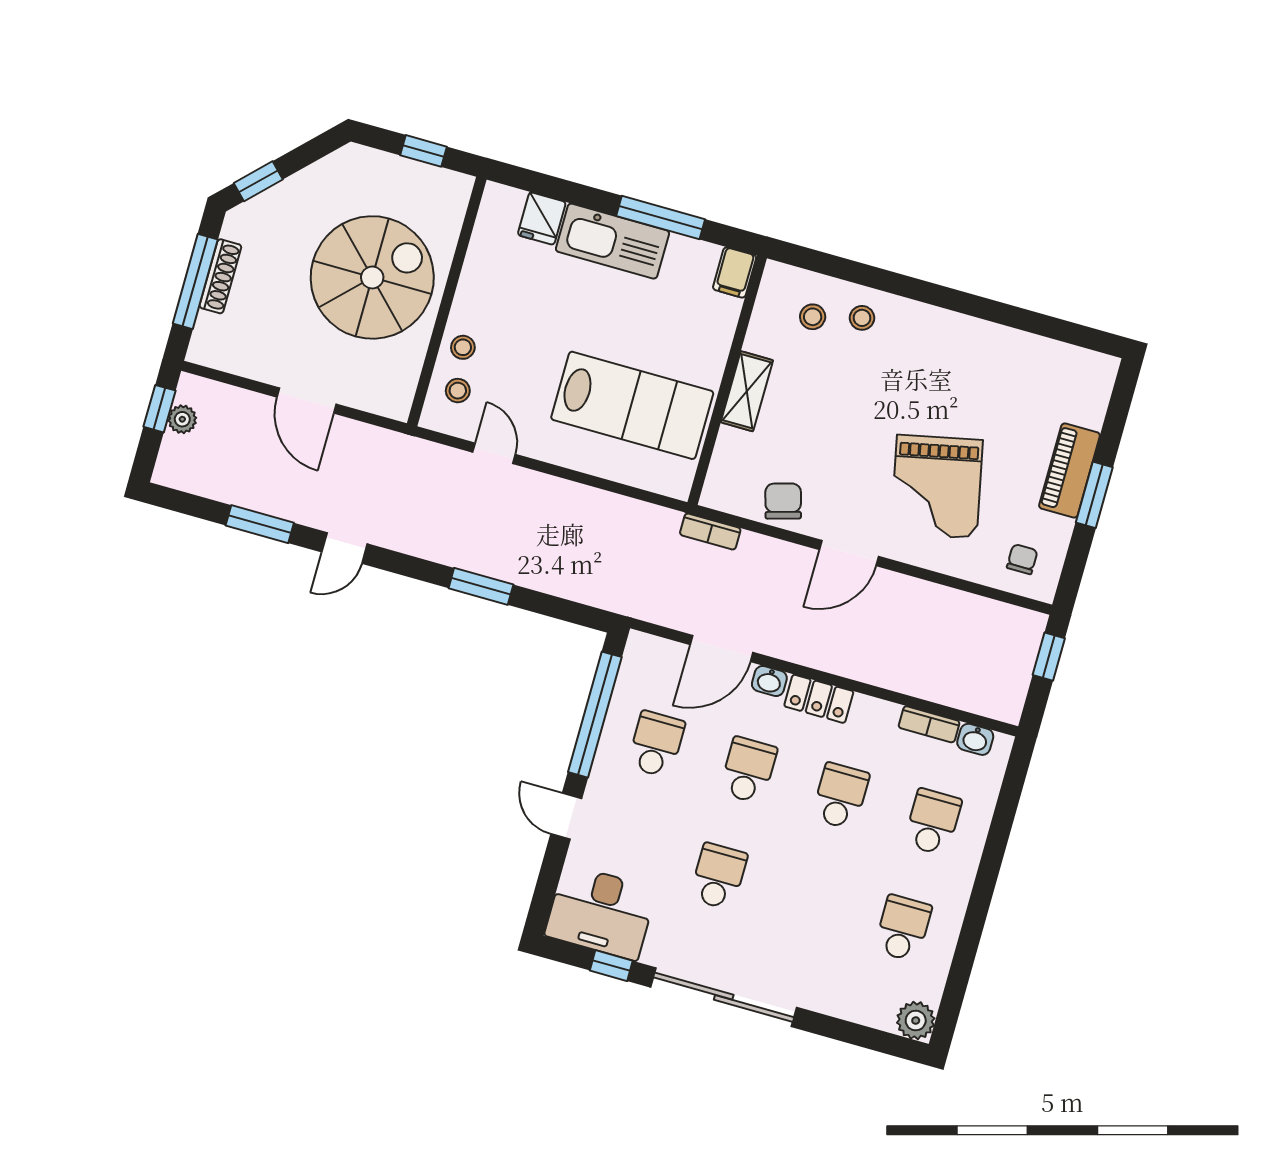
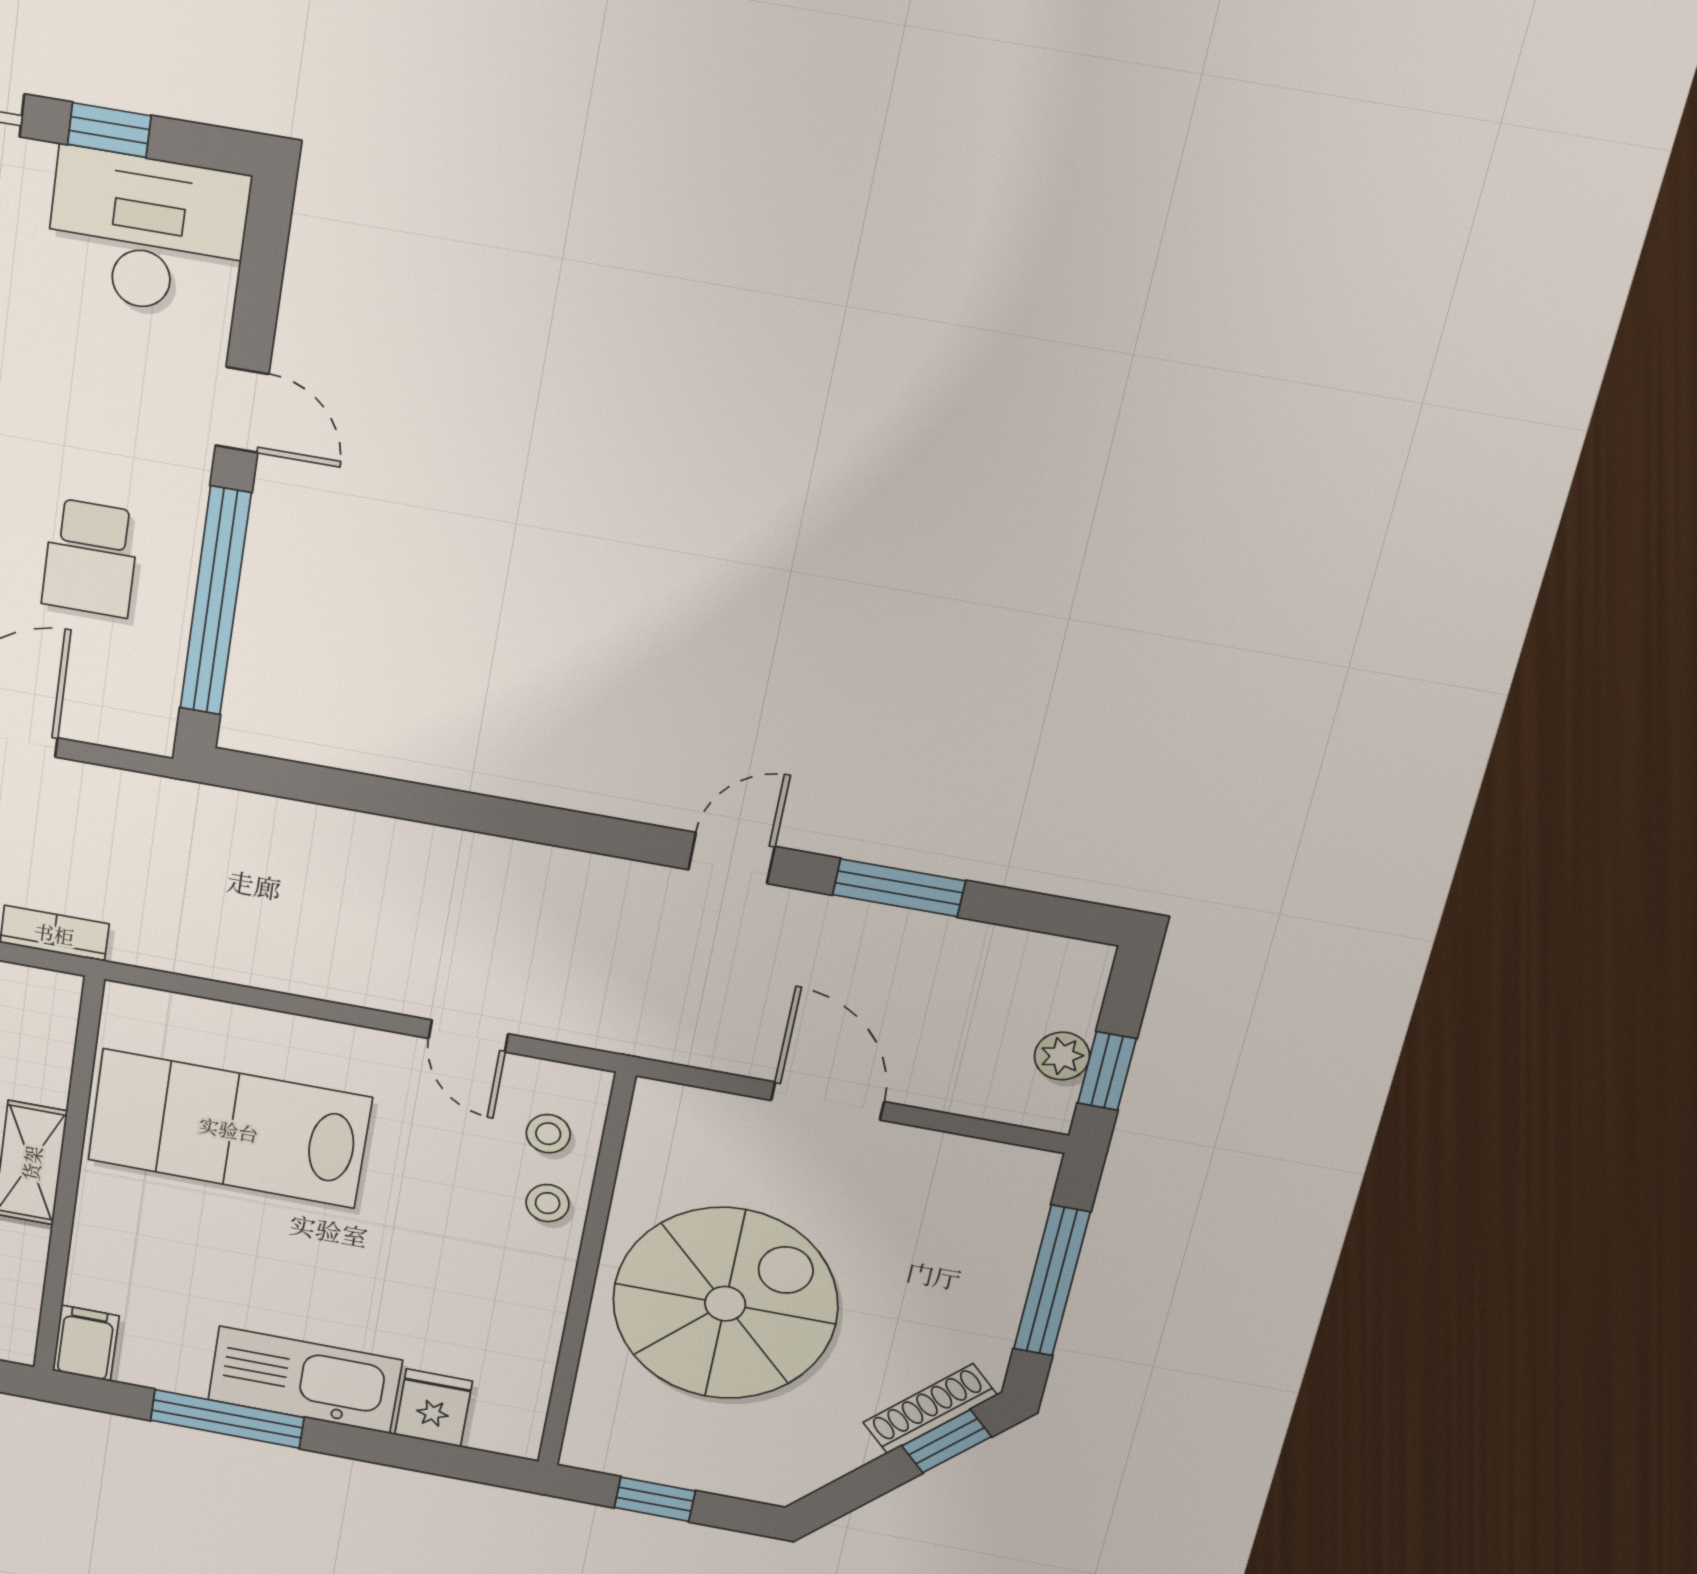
shoe rack: (220, 276) -> (930, 1409), moved, turned 45
spiral stairs: (372, 277) -> (725, 1304), turned 180
window: (481, 586) -> (464, 811), removed

